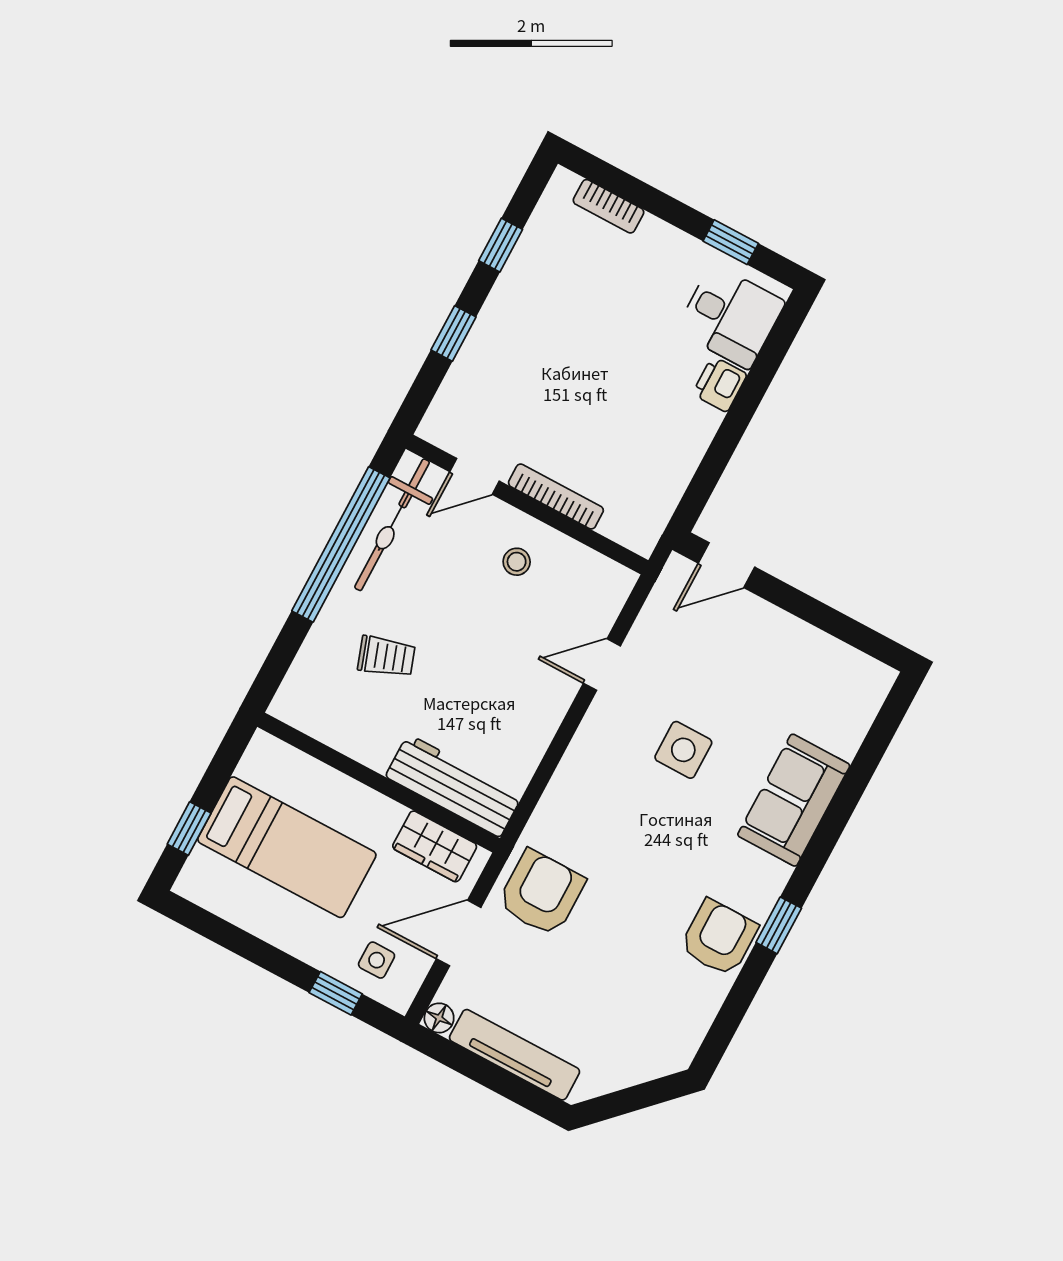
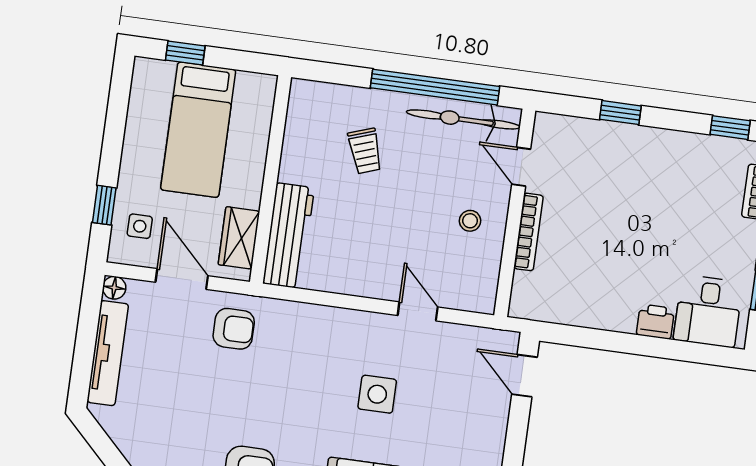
window: (501, 245) -> (730, 128), moved
armchair: (541, 893) -> (234, 329), width x0.72, depth x0.72

